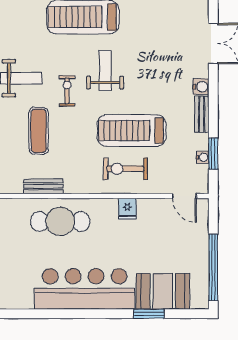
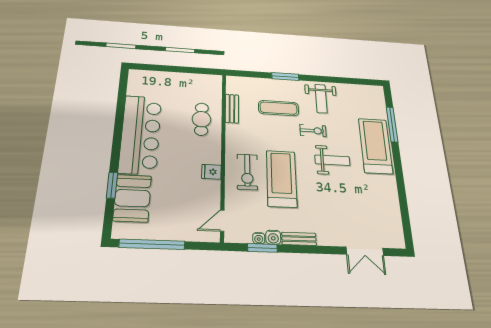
water cooler: (201, 87) -> (273, 237), moved
exercise bike: (125, 169) -> (247, 172), turned 180
cafe table: (60, 221) -> (201, 119), width x0.73, depth x0.74

